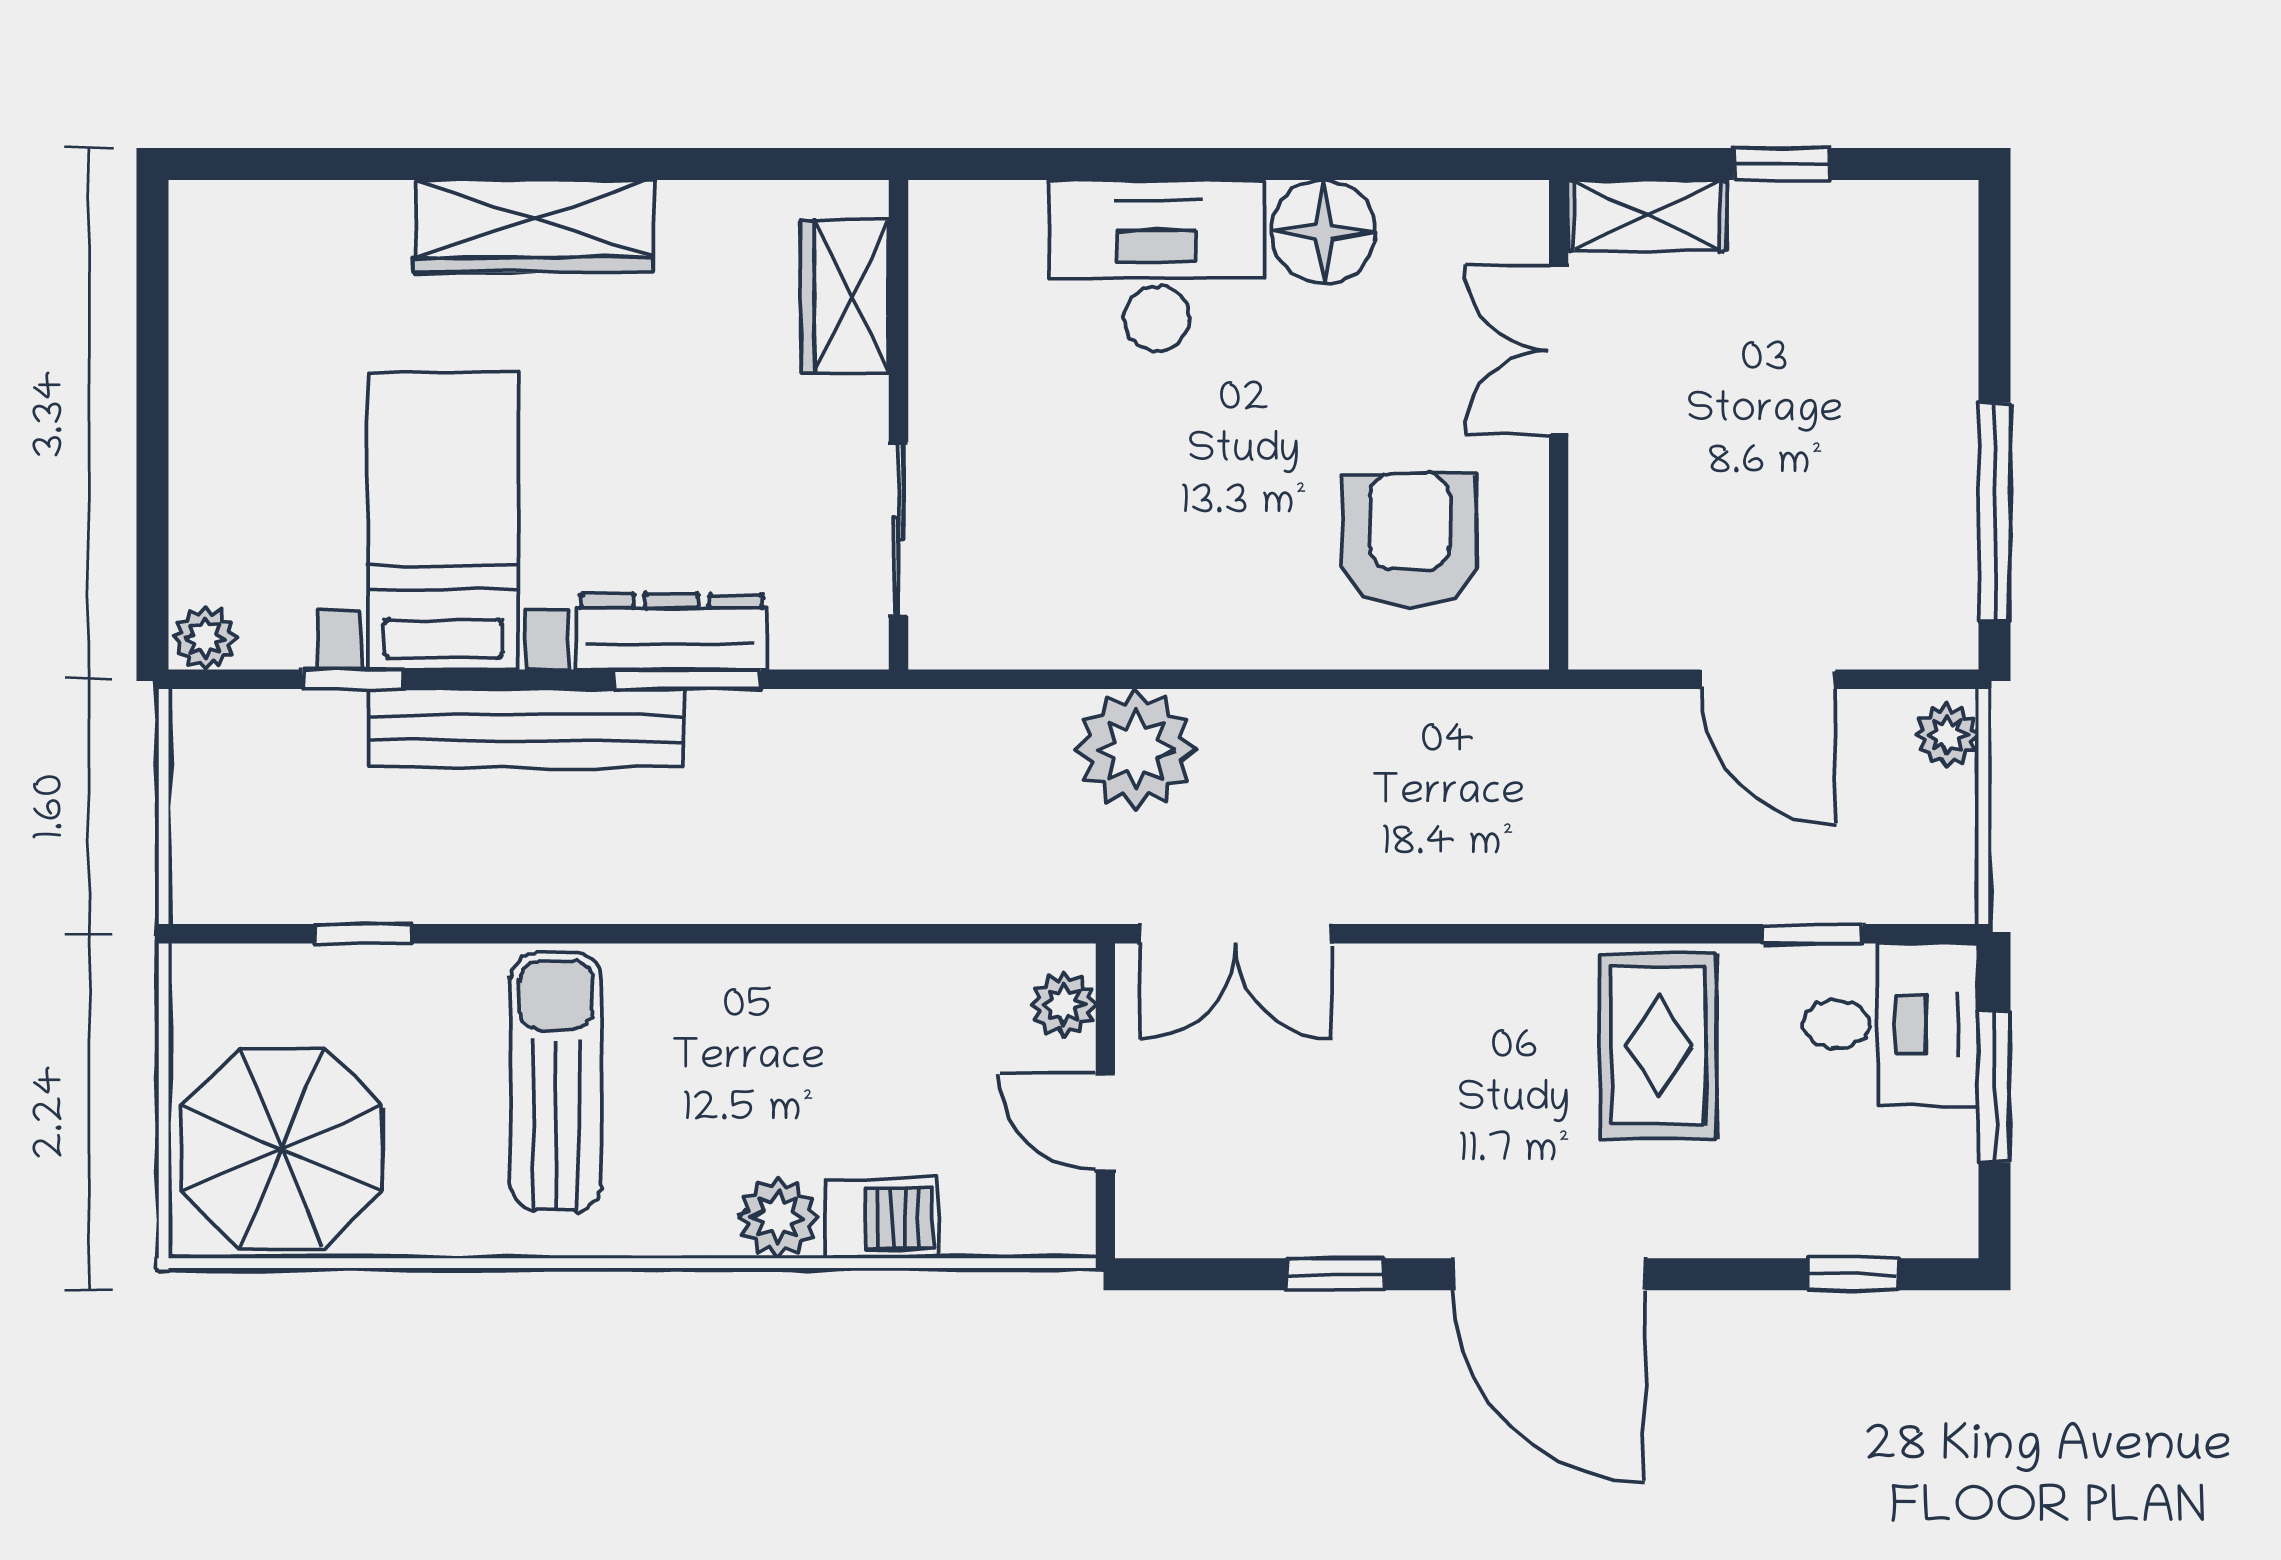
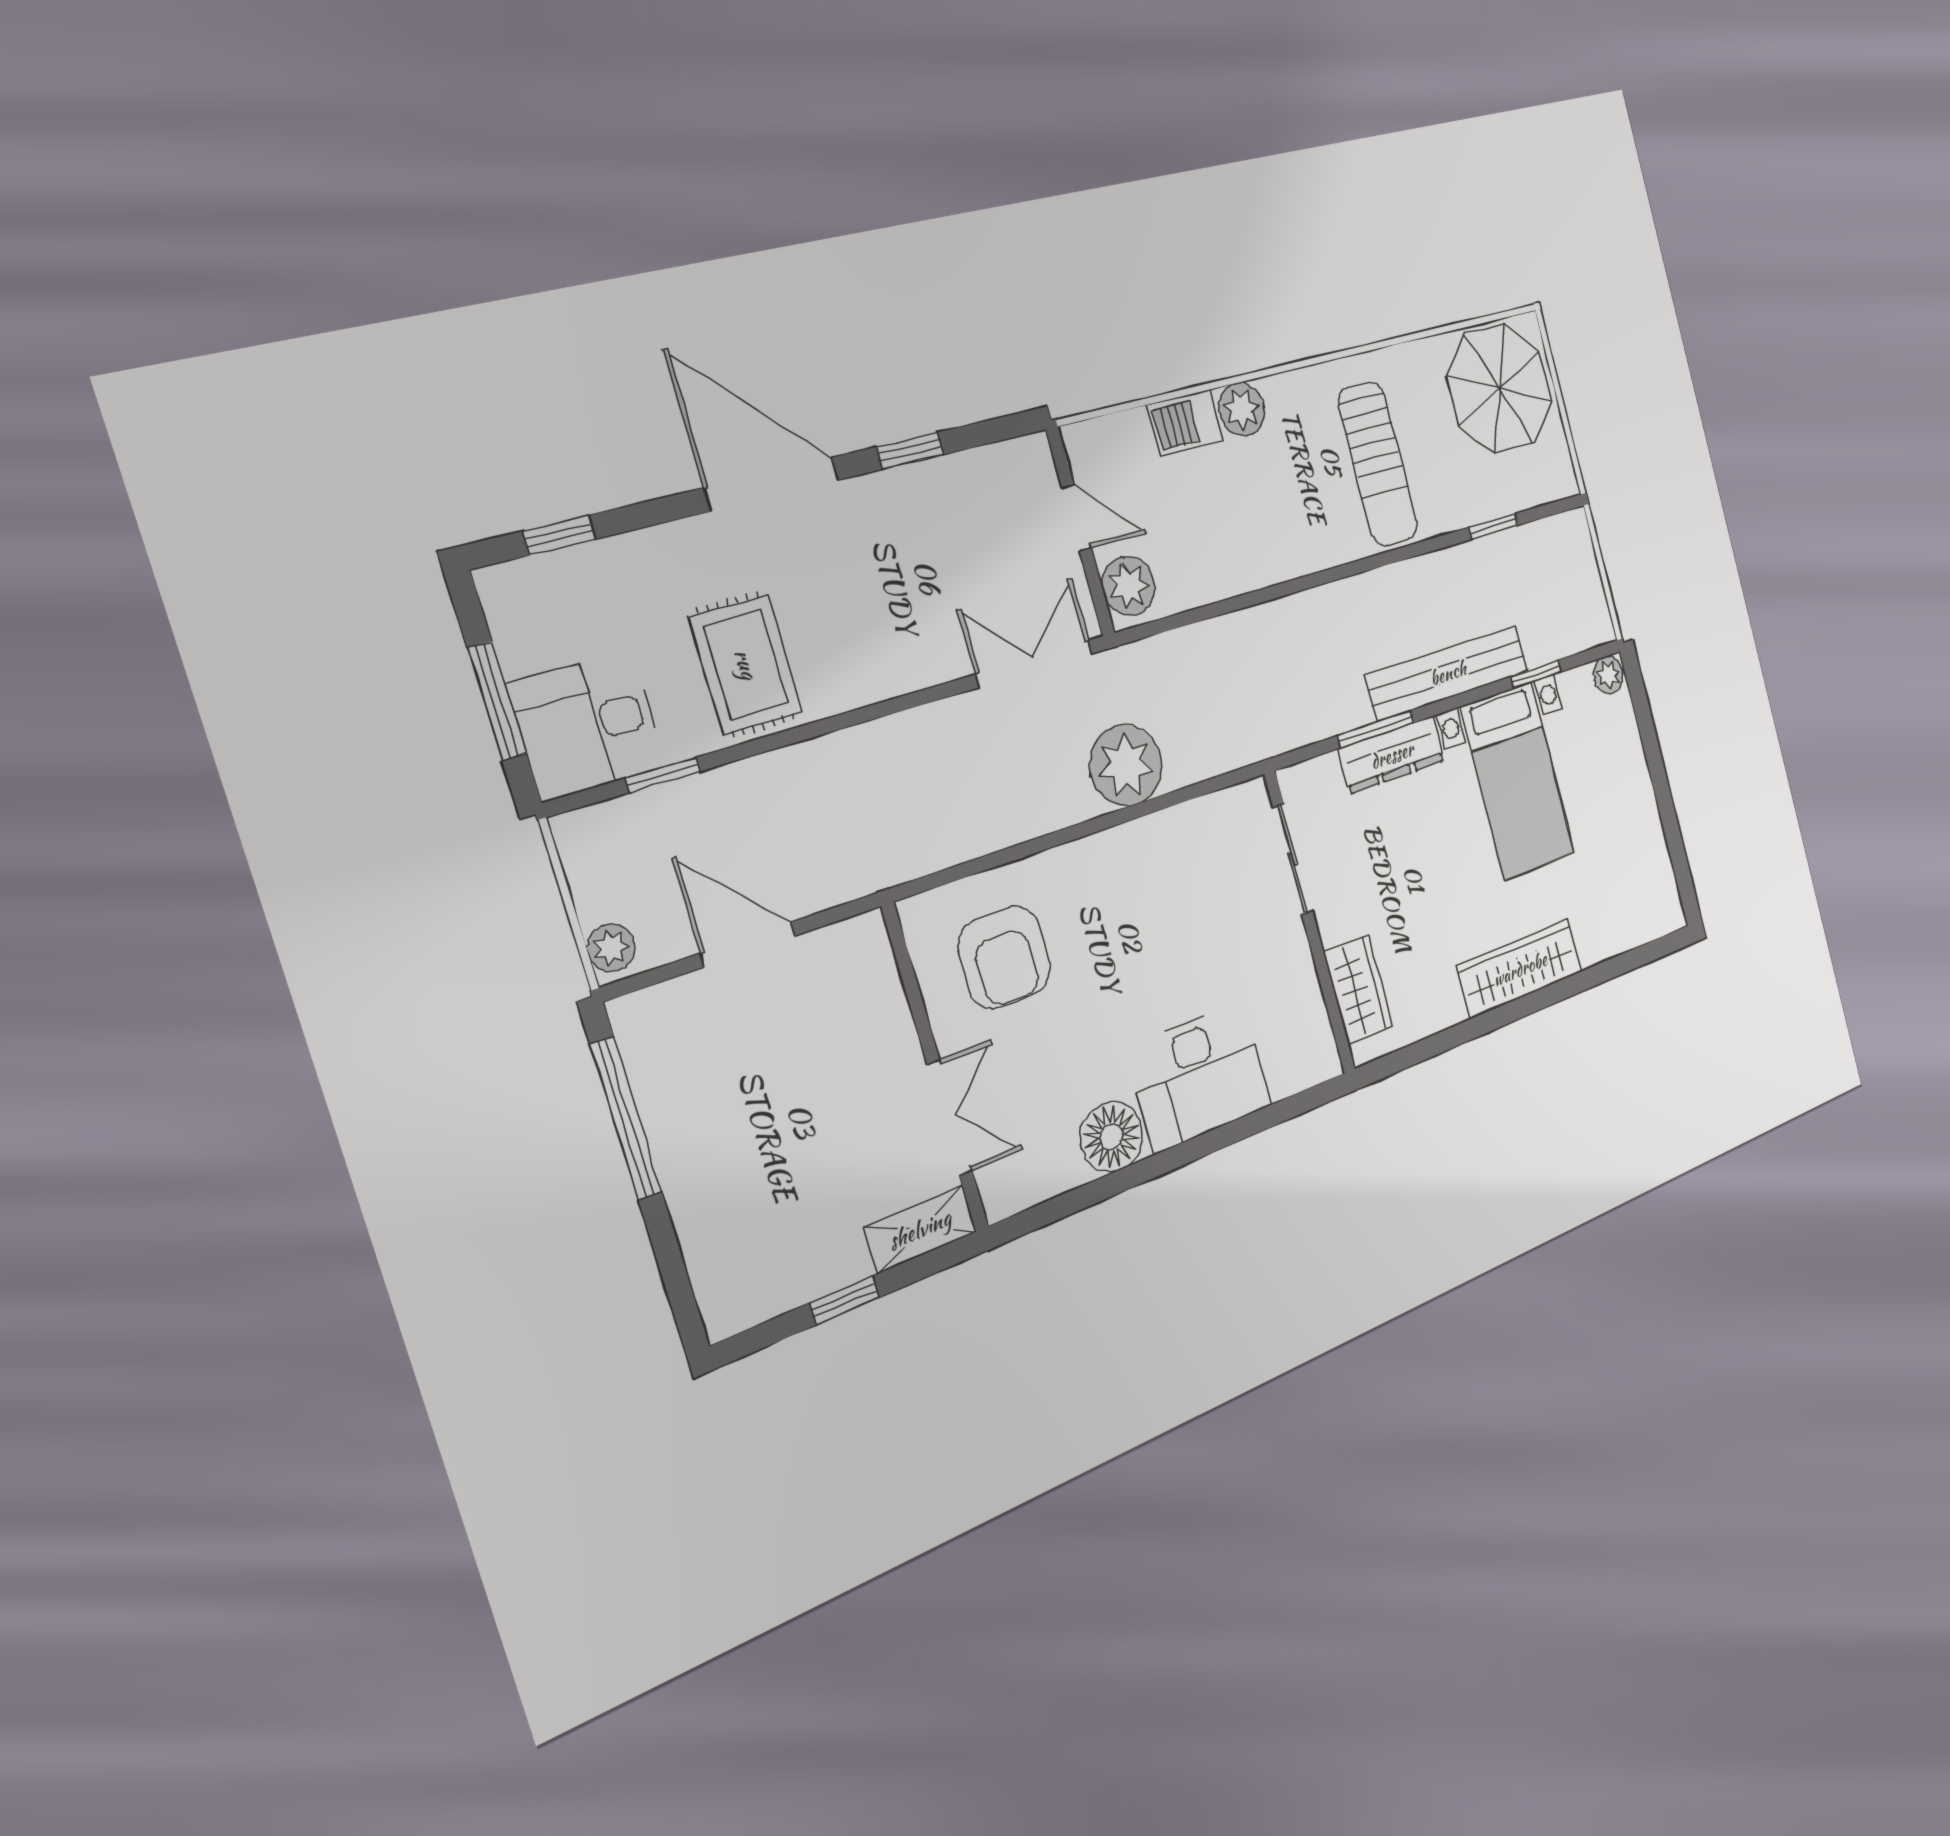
plant: (1063, 1005) -> (1128, 586), width x1.38, depth x1.38

